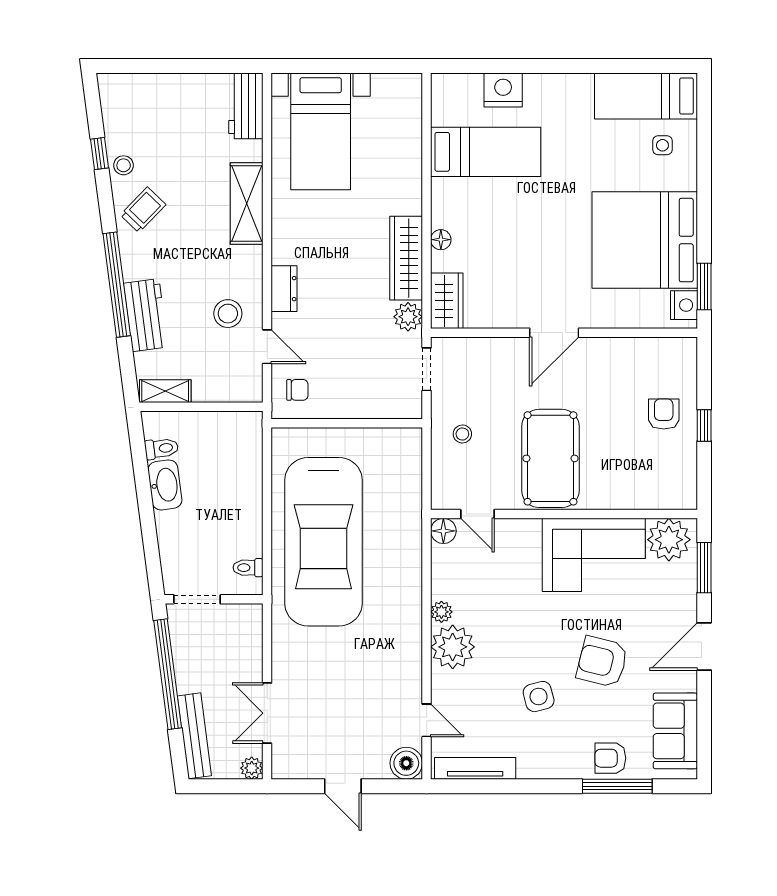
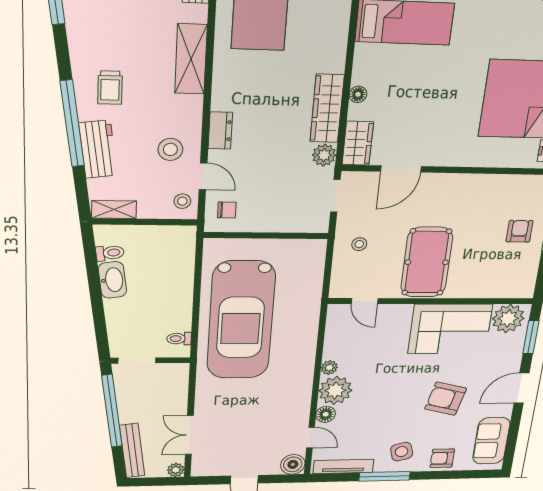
stool: (124, 165) -> (182, 201), moved
trolley: (143, 210) -> (110, 88), moved, turned 136
door: (554, 333) -> (401, 169), moved
floor lamp: (443, 531) -> (326, 414), moved
side table: (539, 697) -> (402, 452), moved
window: (617, 786) -> (385, 476), moved

